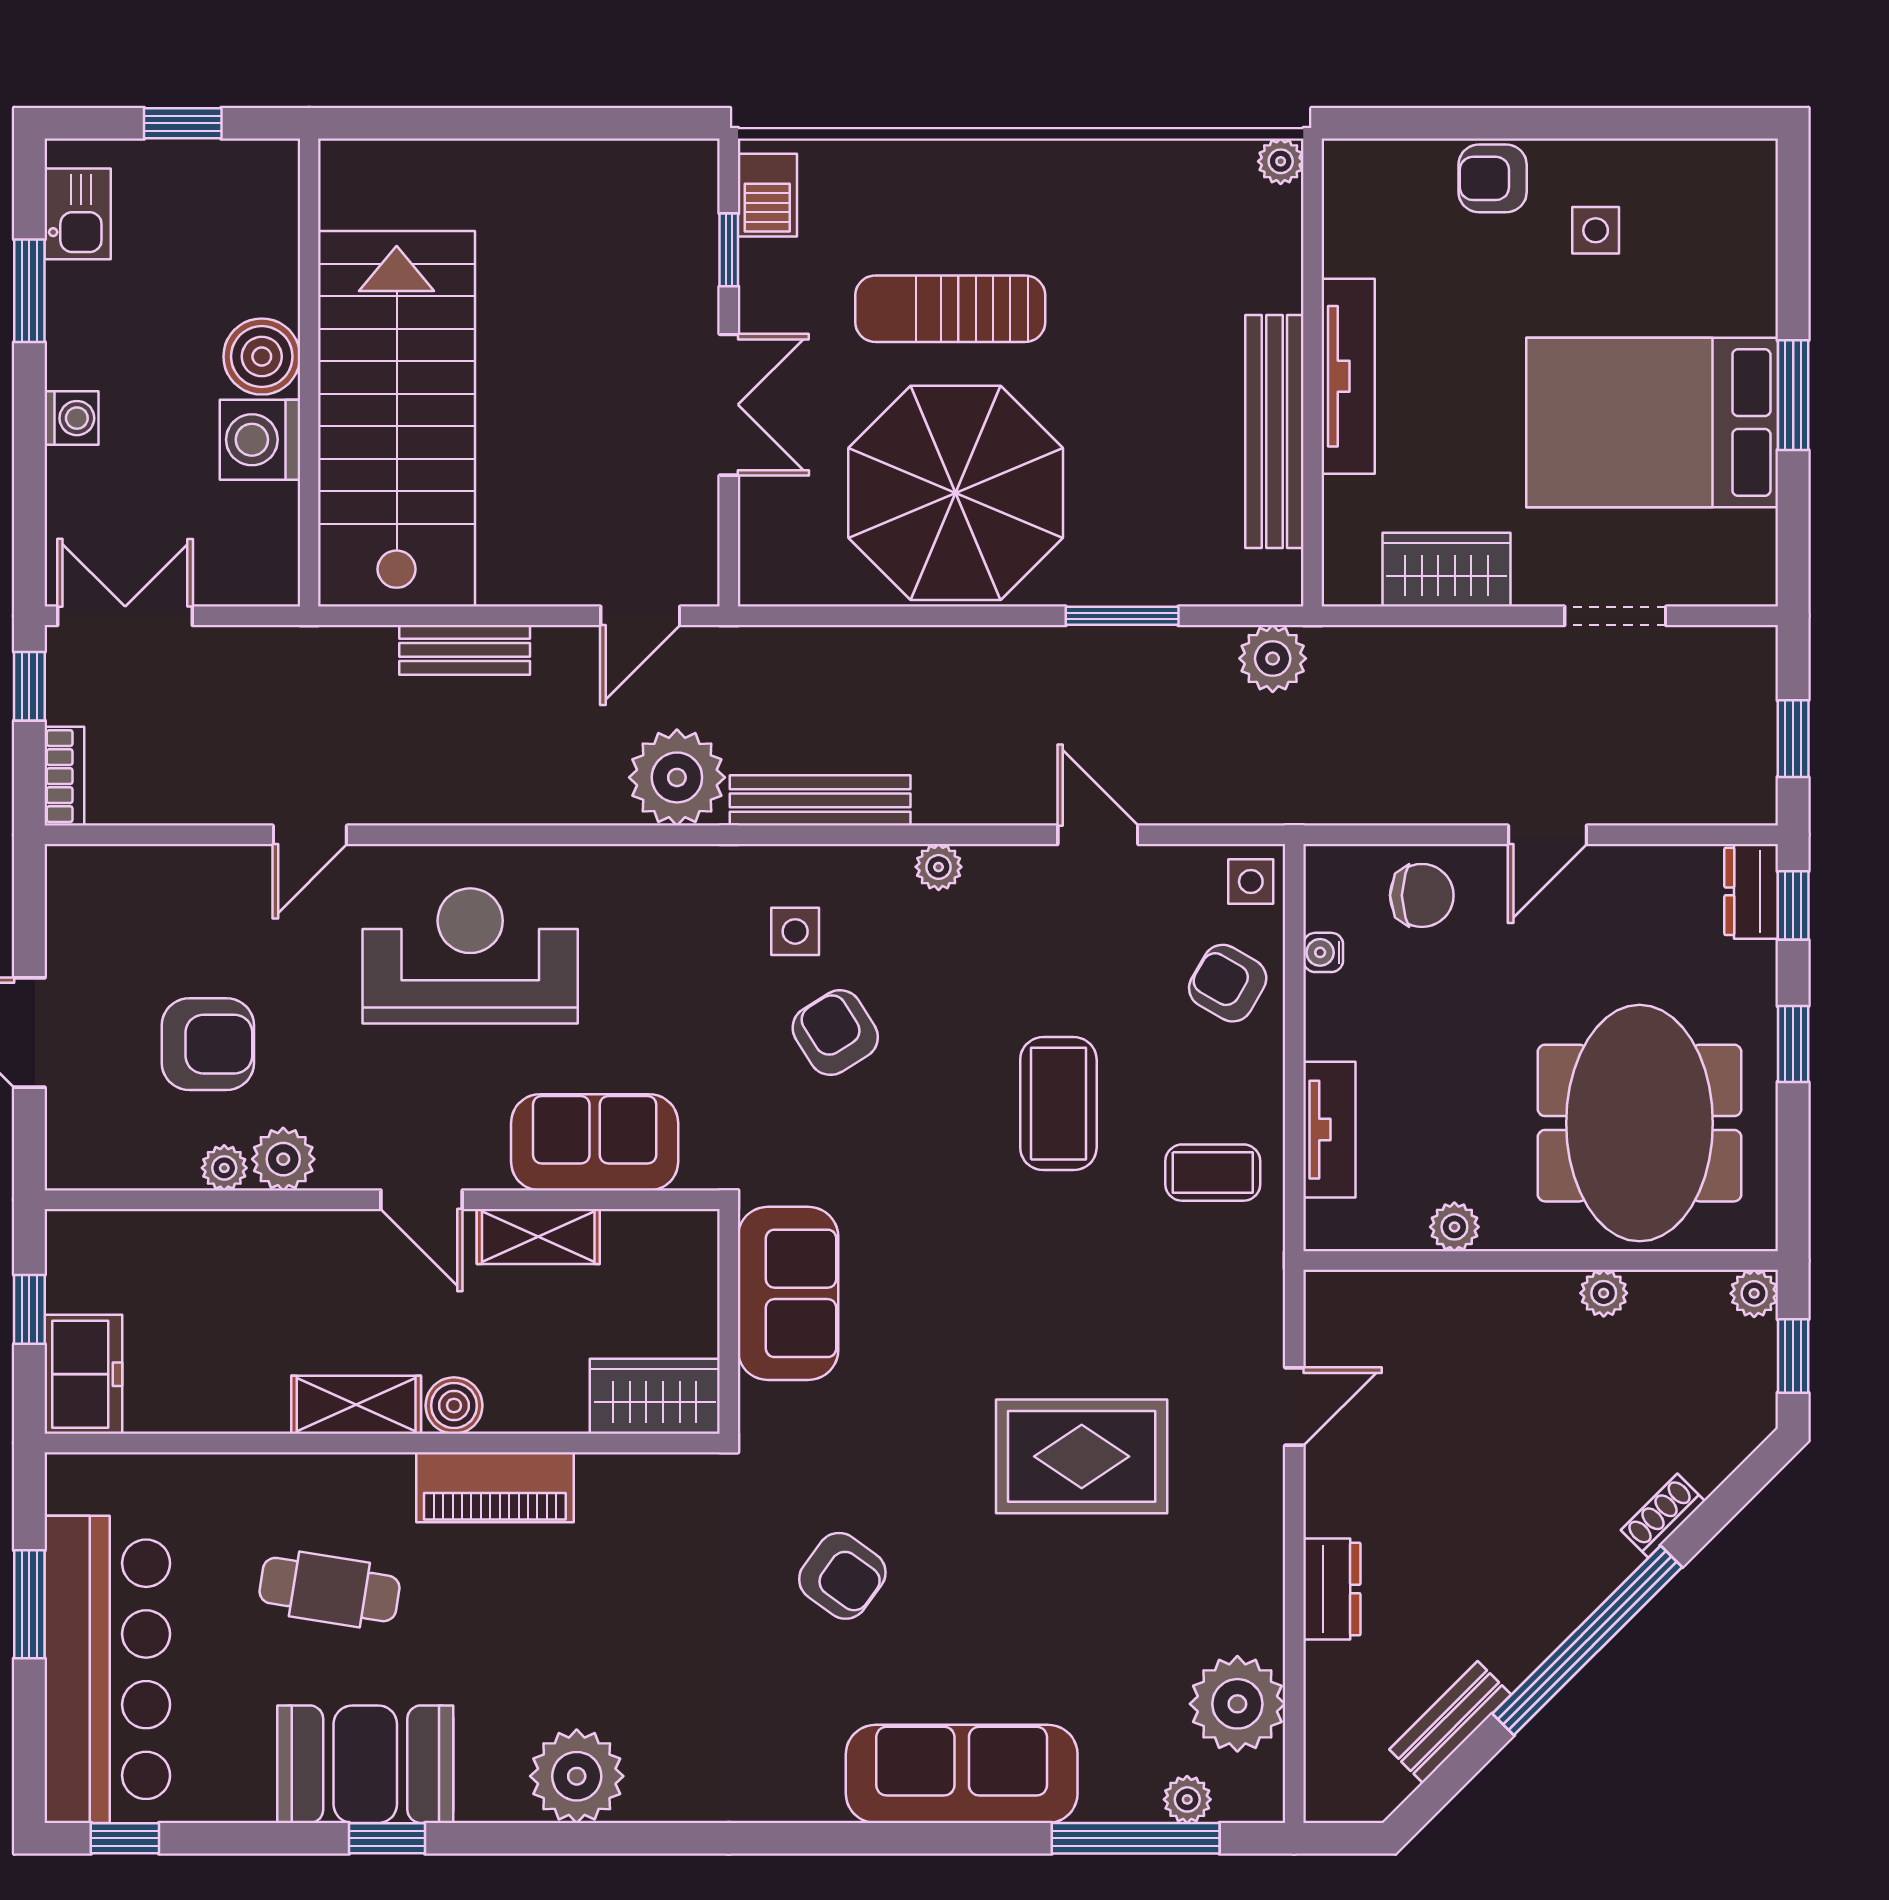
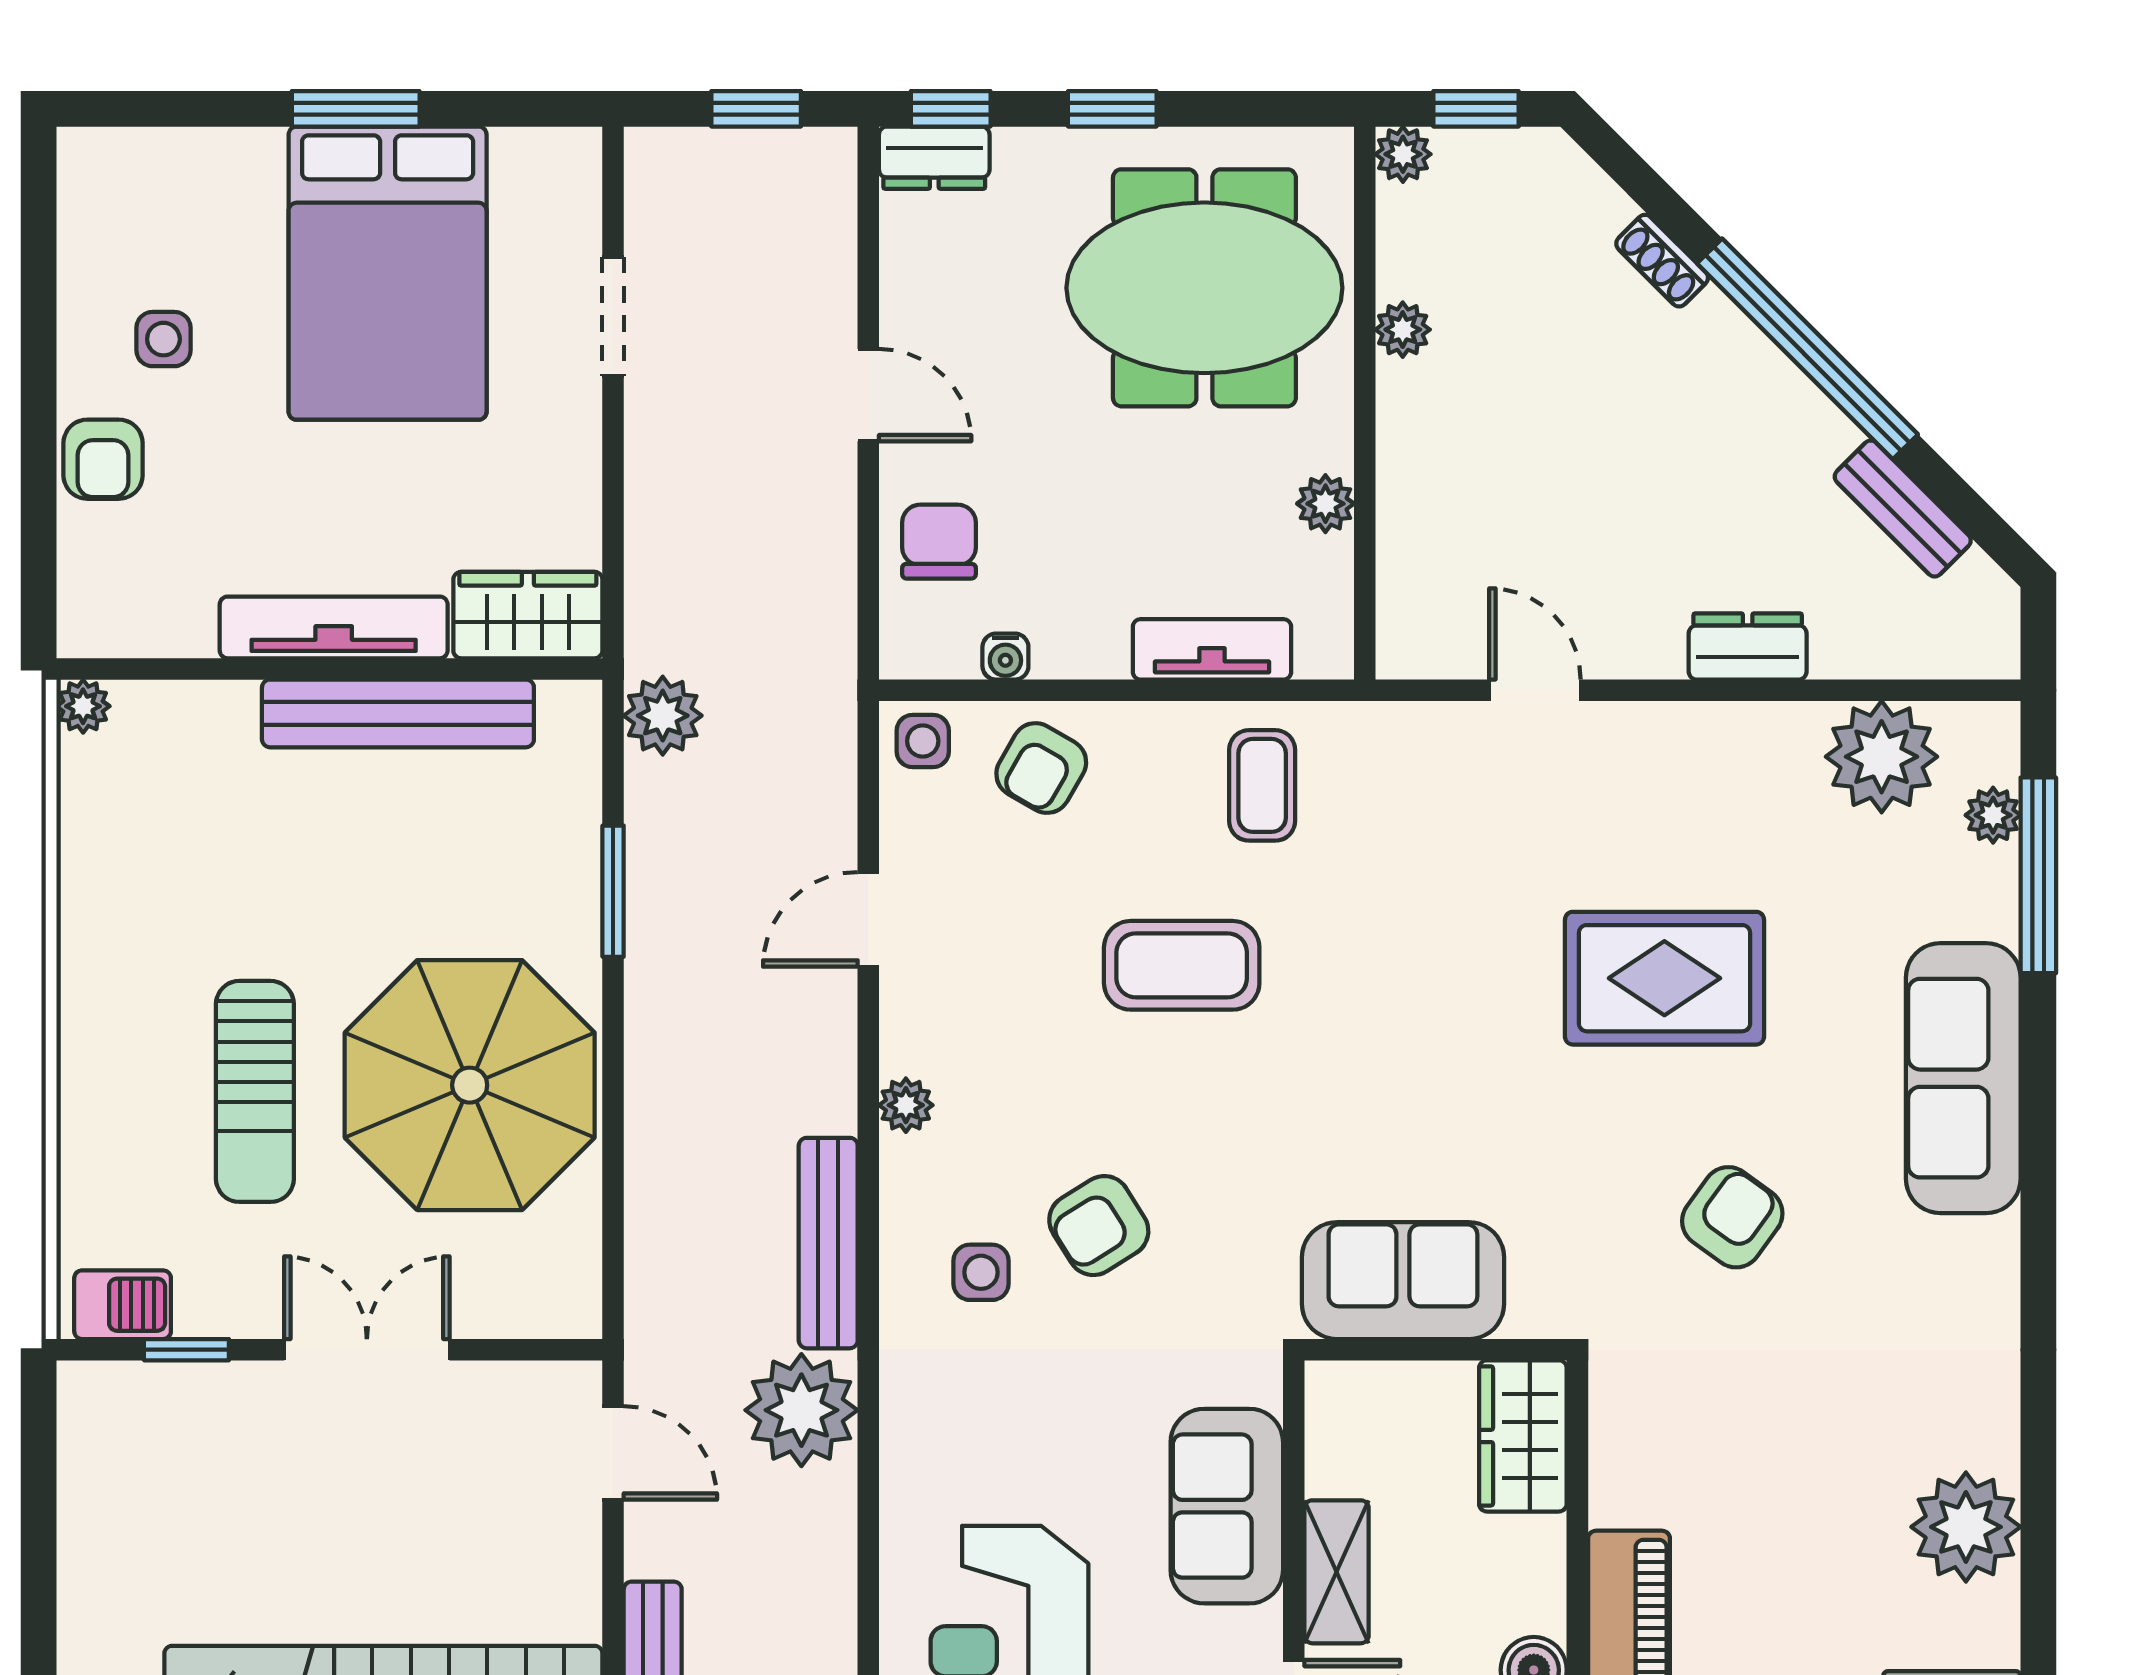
wardrobe: (1446, 570) -> (528, 615), moved, turned 90
rug: (1082, 1456) -> (1664, 978), moved, turned 90

